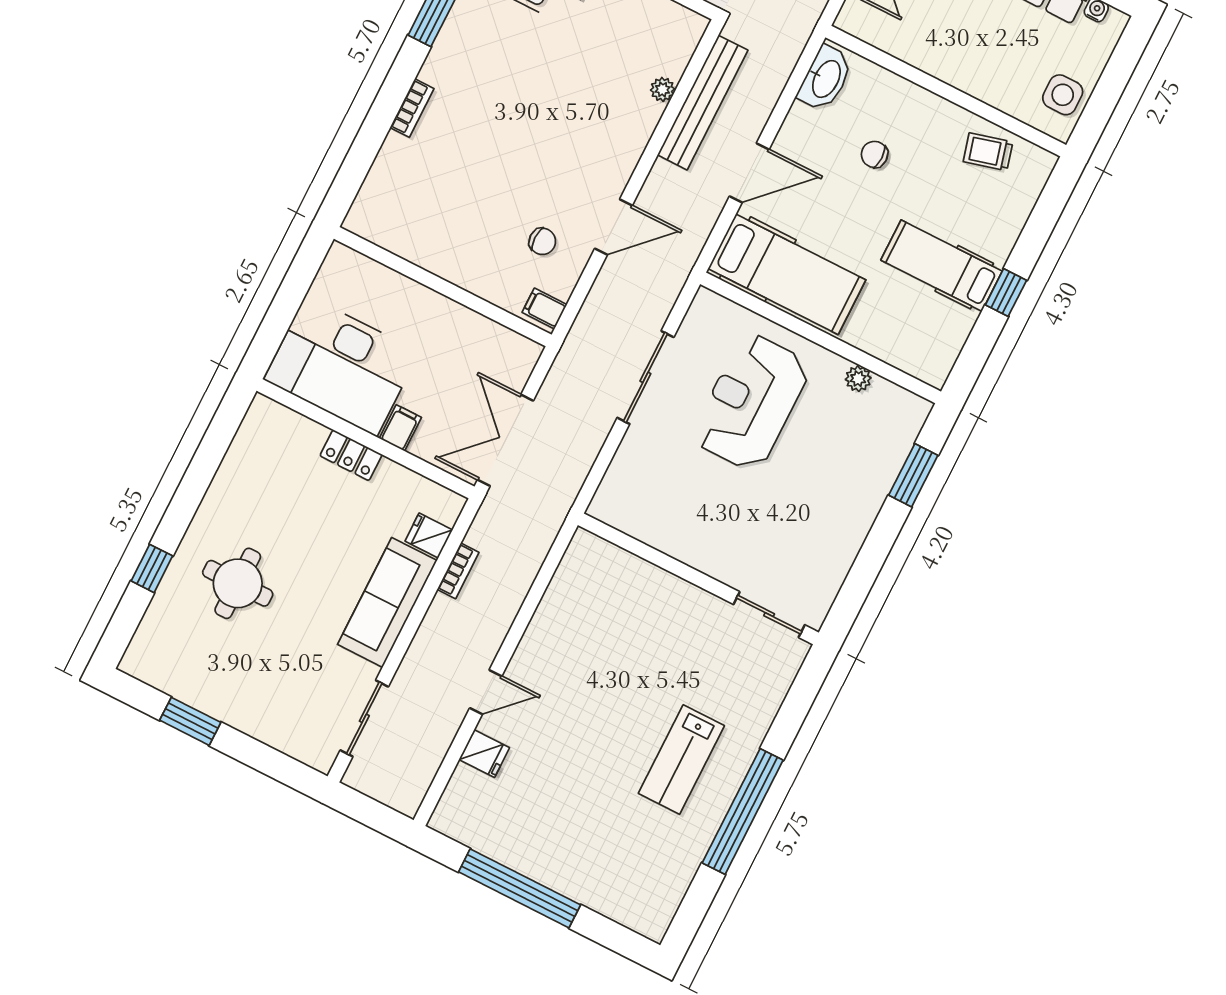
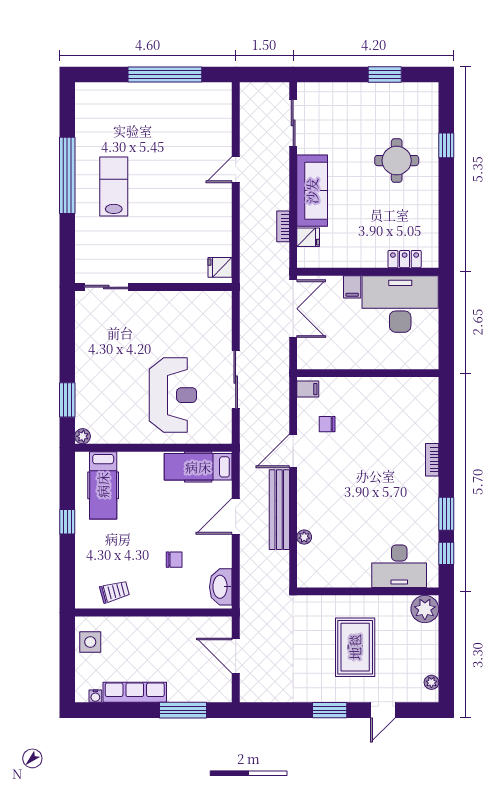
bench: (703, 103) -> (279, 510), moved
hospital bed: (942, 266) -> (103, 485), moved, turned 90
hospital bed: (787, 274) -> (198, 467), width x0.73, depth x0.78
plant: (858, 379) -> (83, 436), moved
locker: (351, 455) -> (405, 259), moved
fridge: (484, 754) -> (220, 267), moved

